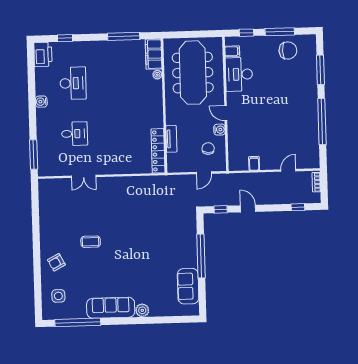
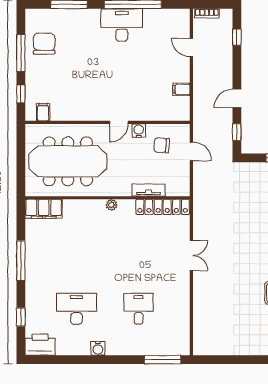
window: (124, 36) -> (21, 260), moved
desk: (239, 74) -> (122, 25), moved, turned 180
plant: (157, 75) -> (111, 205), moved
double door: (84, 176) -> (191, 255), moved

